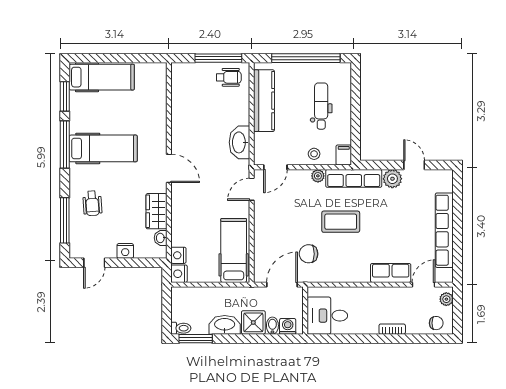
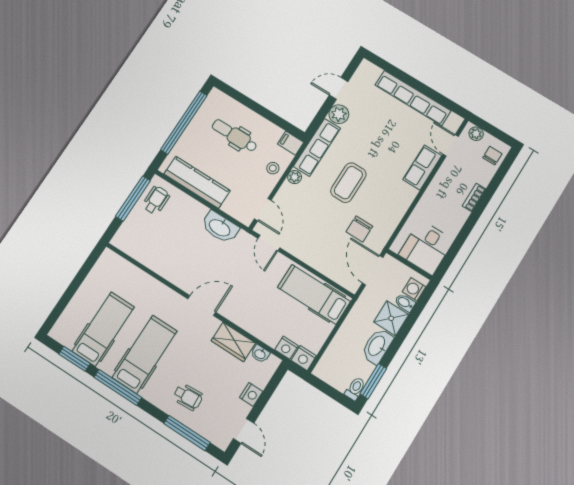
hospital bed: (102, 77) -> (103, 329), moved

